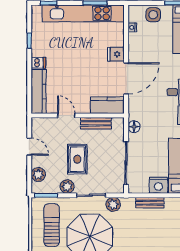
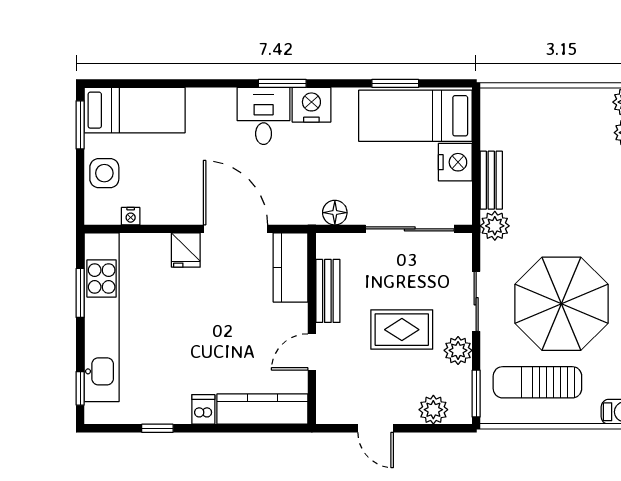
door: (29, 146) -> (376, 428), swing flipped
plant: (113, 204) -> (495, 226), moved

